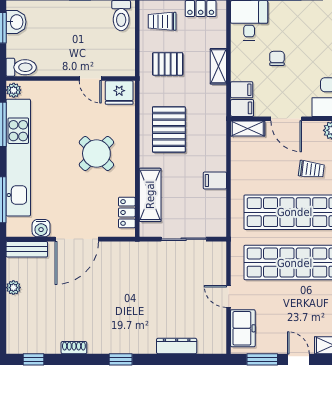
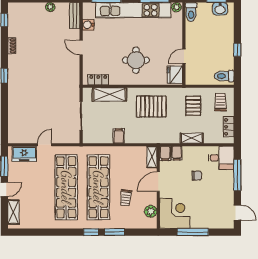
round table: (96, 153) -> (136, 60), turned 45
door: (77, 239) -> (81, 48), width x0.53
dresser: (177, 346) -> (13, 111), removed

